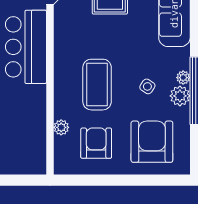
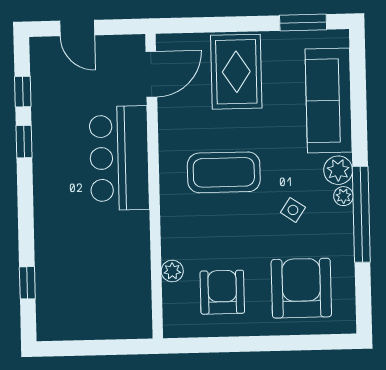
coffee table: (97, 85) -> (224, 172), moved, turned 90
plant: (180, 96) -> (338, 170), moved

